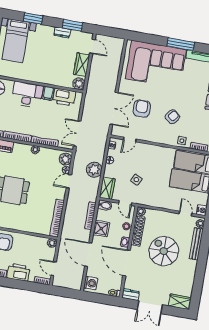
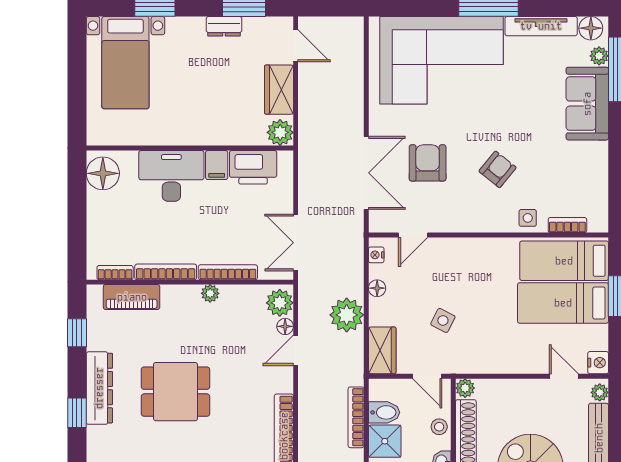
bidet: (105, 205) -> (384, 412), moved

